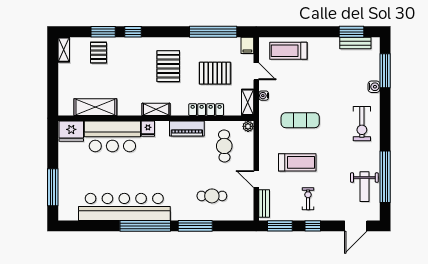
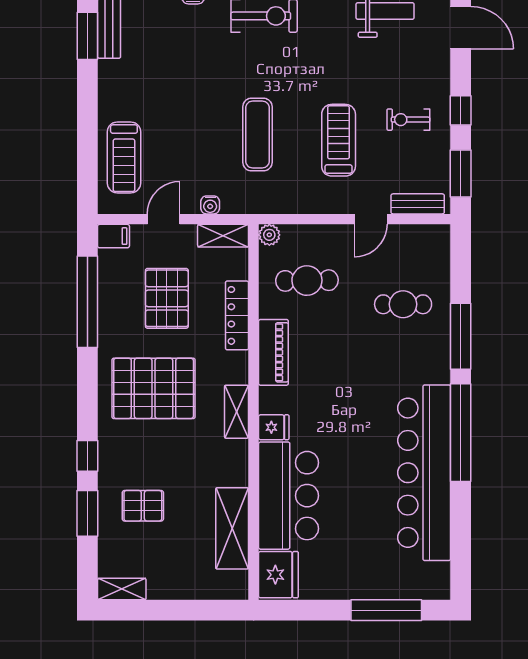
pallet: (98, 53) -> (143, 506), moved
pallet: (168, 66) -> (154, 388), width x1.37, depth x1.41
cafe table: (212, 196) -> (403, 304), turned 90

